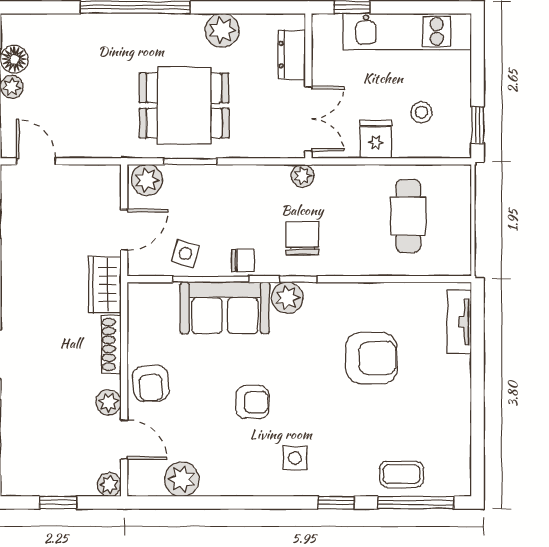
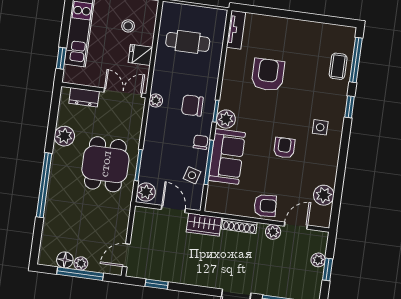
tv unit: (459, 322) -> (236, 30), moved, turned -90
plant: (109, 485) -> (318, 260), moved

